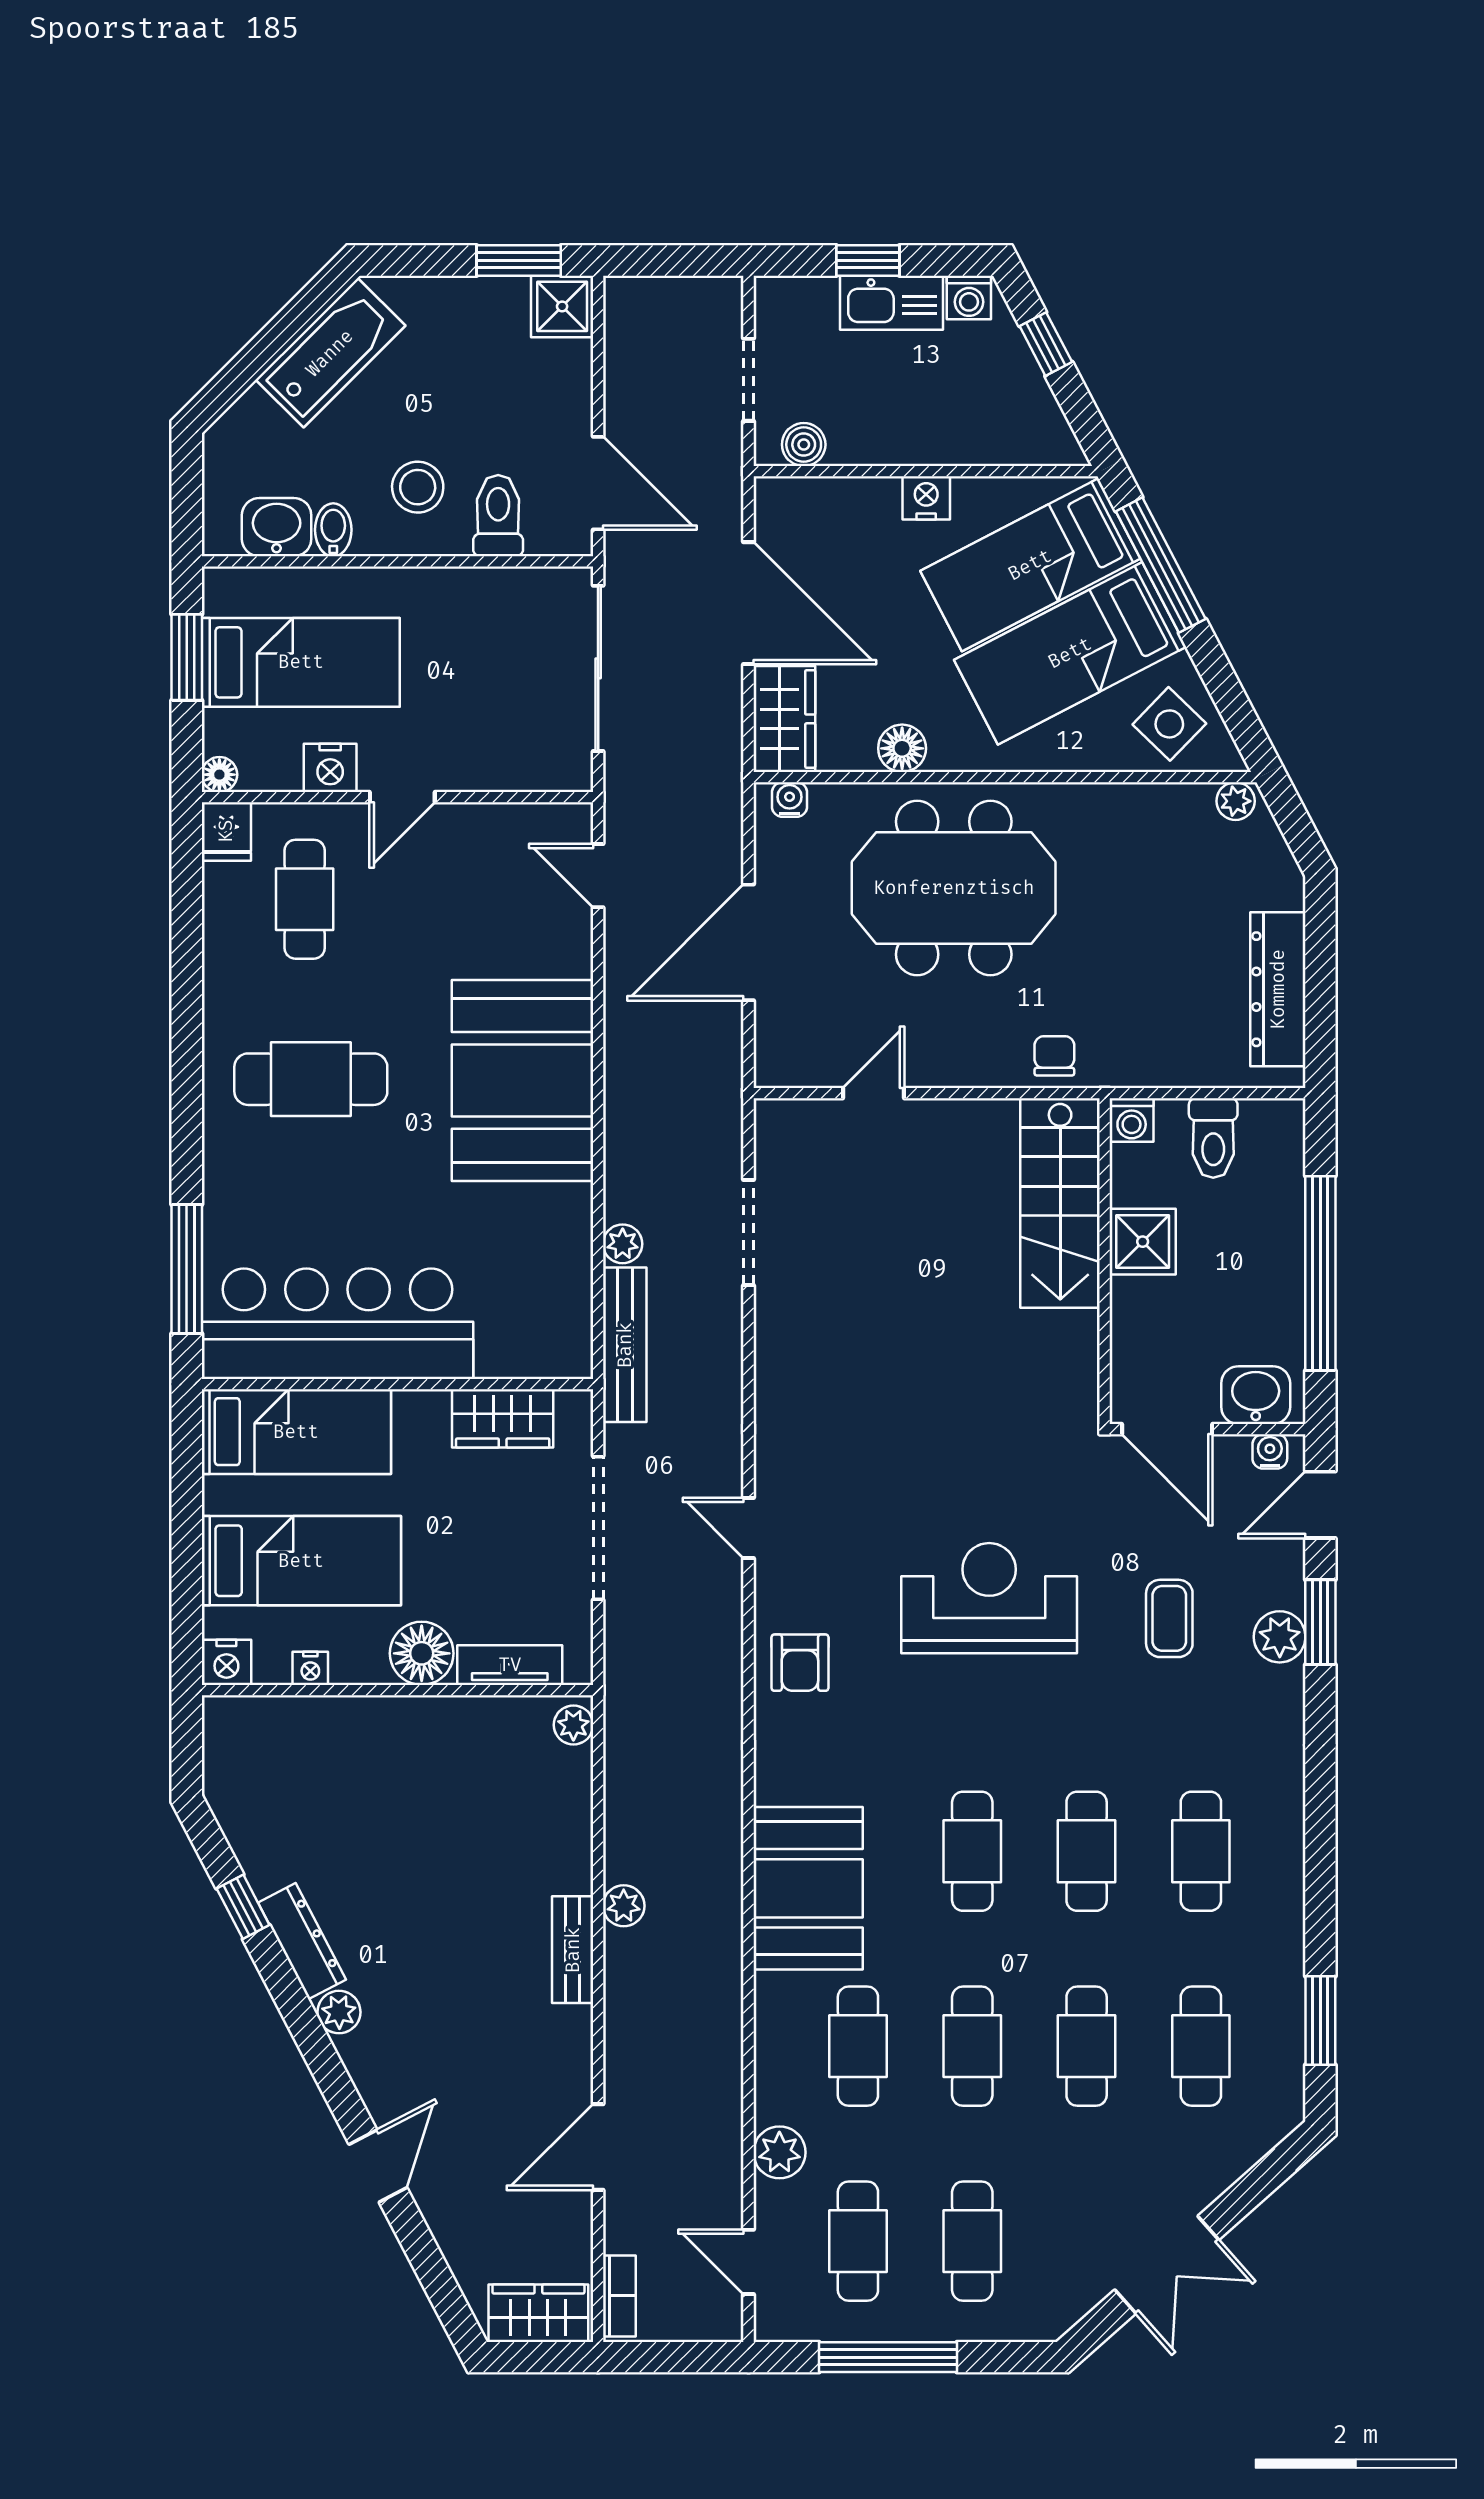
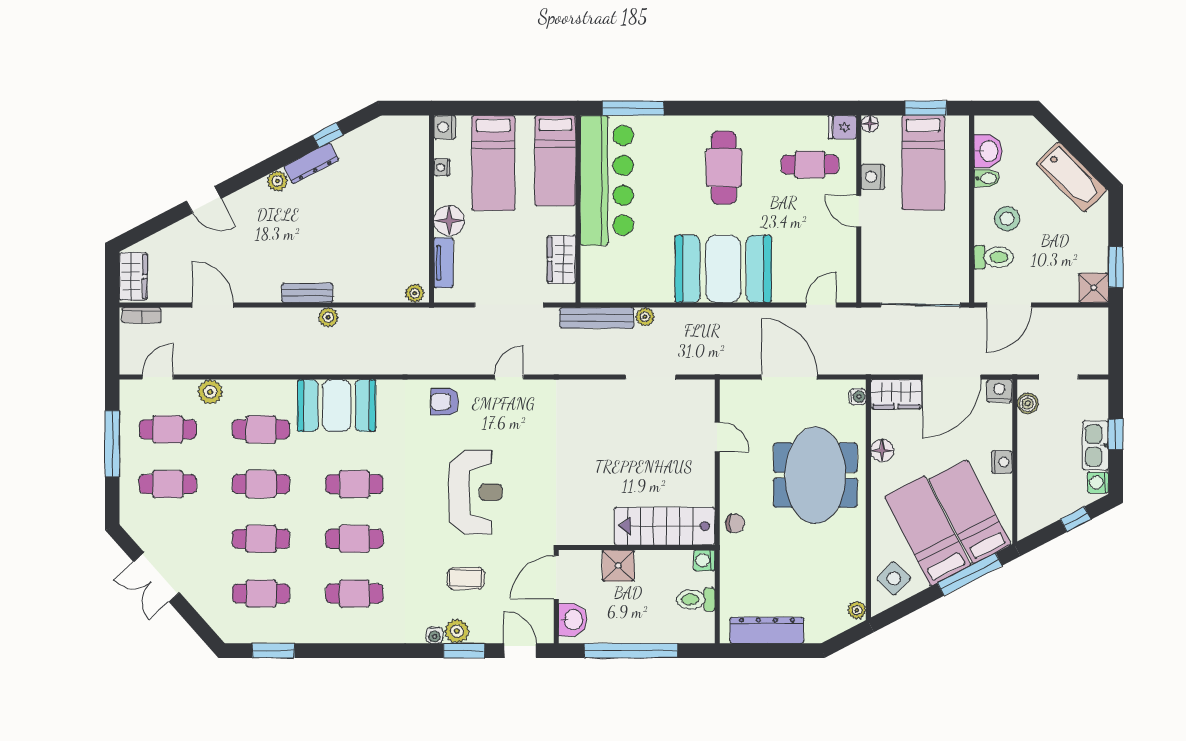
nightstand: (777, 504) -> (999, 391), added
shower: (1143, 1242) -> (618, 566), moved
water cooler: (1270, 1451) -> (434, 635), moved, turned 90

